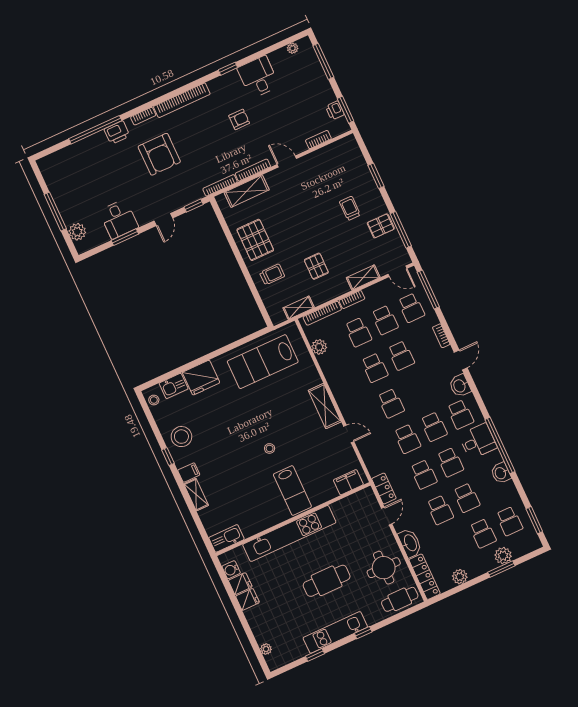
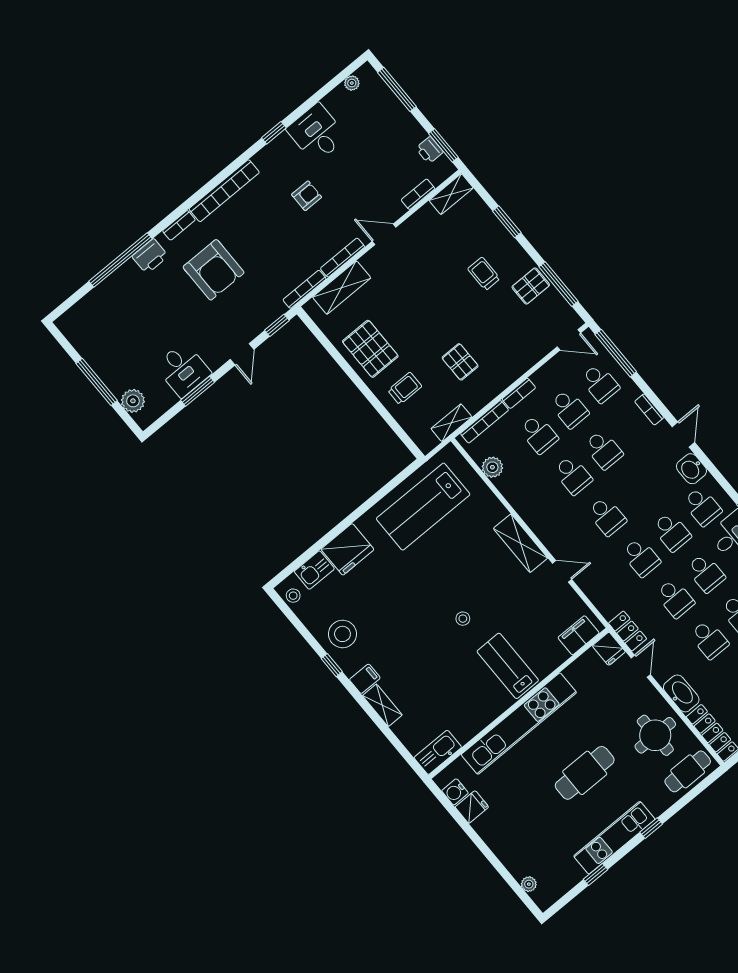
shelving: (363, 277) -> (451, 194), moved
lab bench: (292, 490) -> (508, 666), turned 180
fridge: (248, 599) -> (609, 649), moved, turned 90

